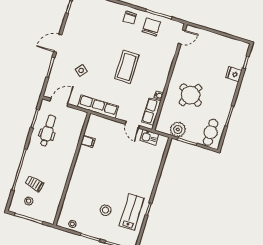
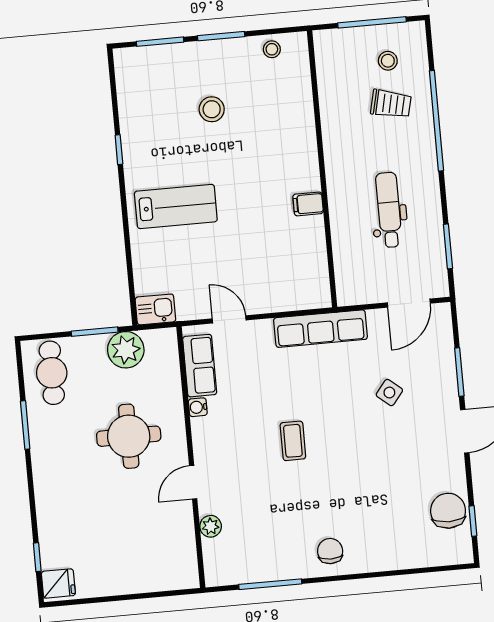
chair: (151, 27) -> (448, 511), moved, turned 180
door: (182, 37) -> (193, 482), moved
plant: (173, 47) -> (211, 526), added
coffee table: (127, 67) -> (293, 441), width x0.54, depth x0.58
fridge: (234, 74) -> (58, 583), moved
round table: (190, 95) -> (129, 436), turned -30
dental chair: (48, 131) -> (389, 210), moved, turned 180
kitchen sink: (149, 137) -> (155, 309), moved
filing cabinet: (88, 141) -> (308, 204), moved
lab bench: (132, 212) -> (176, 206), moved, turned -90

